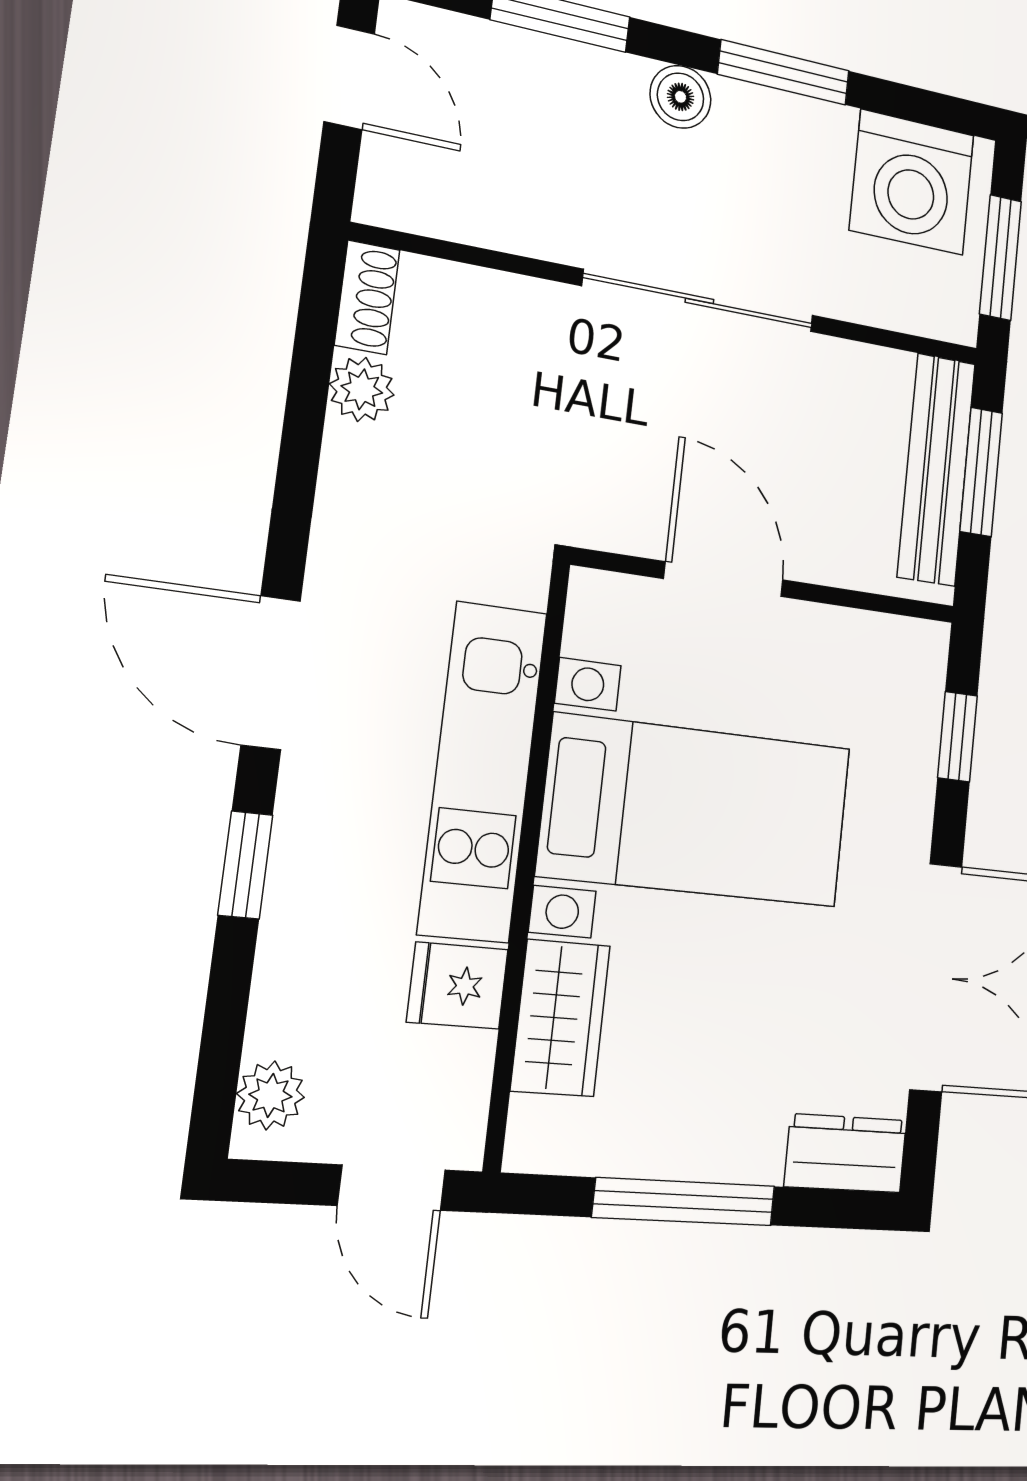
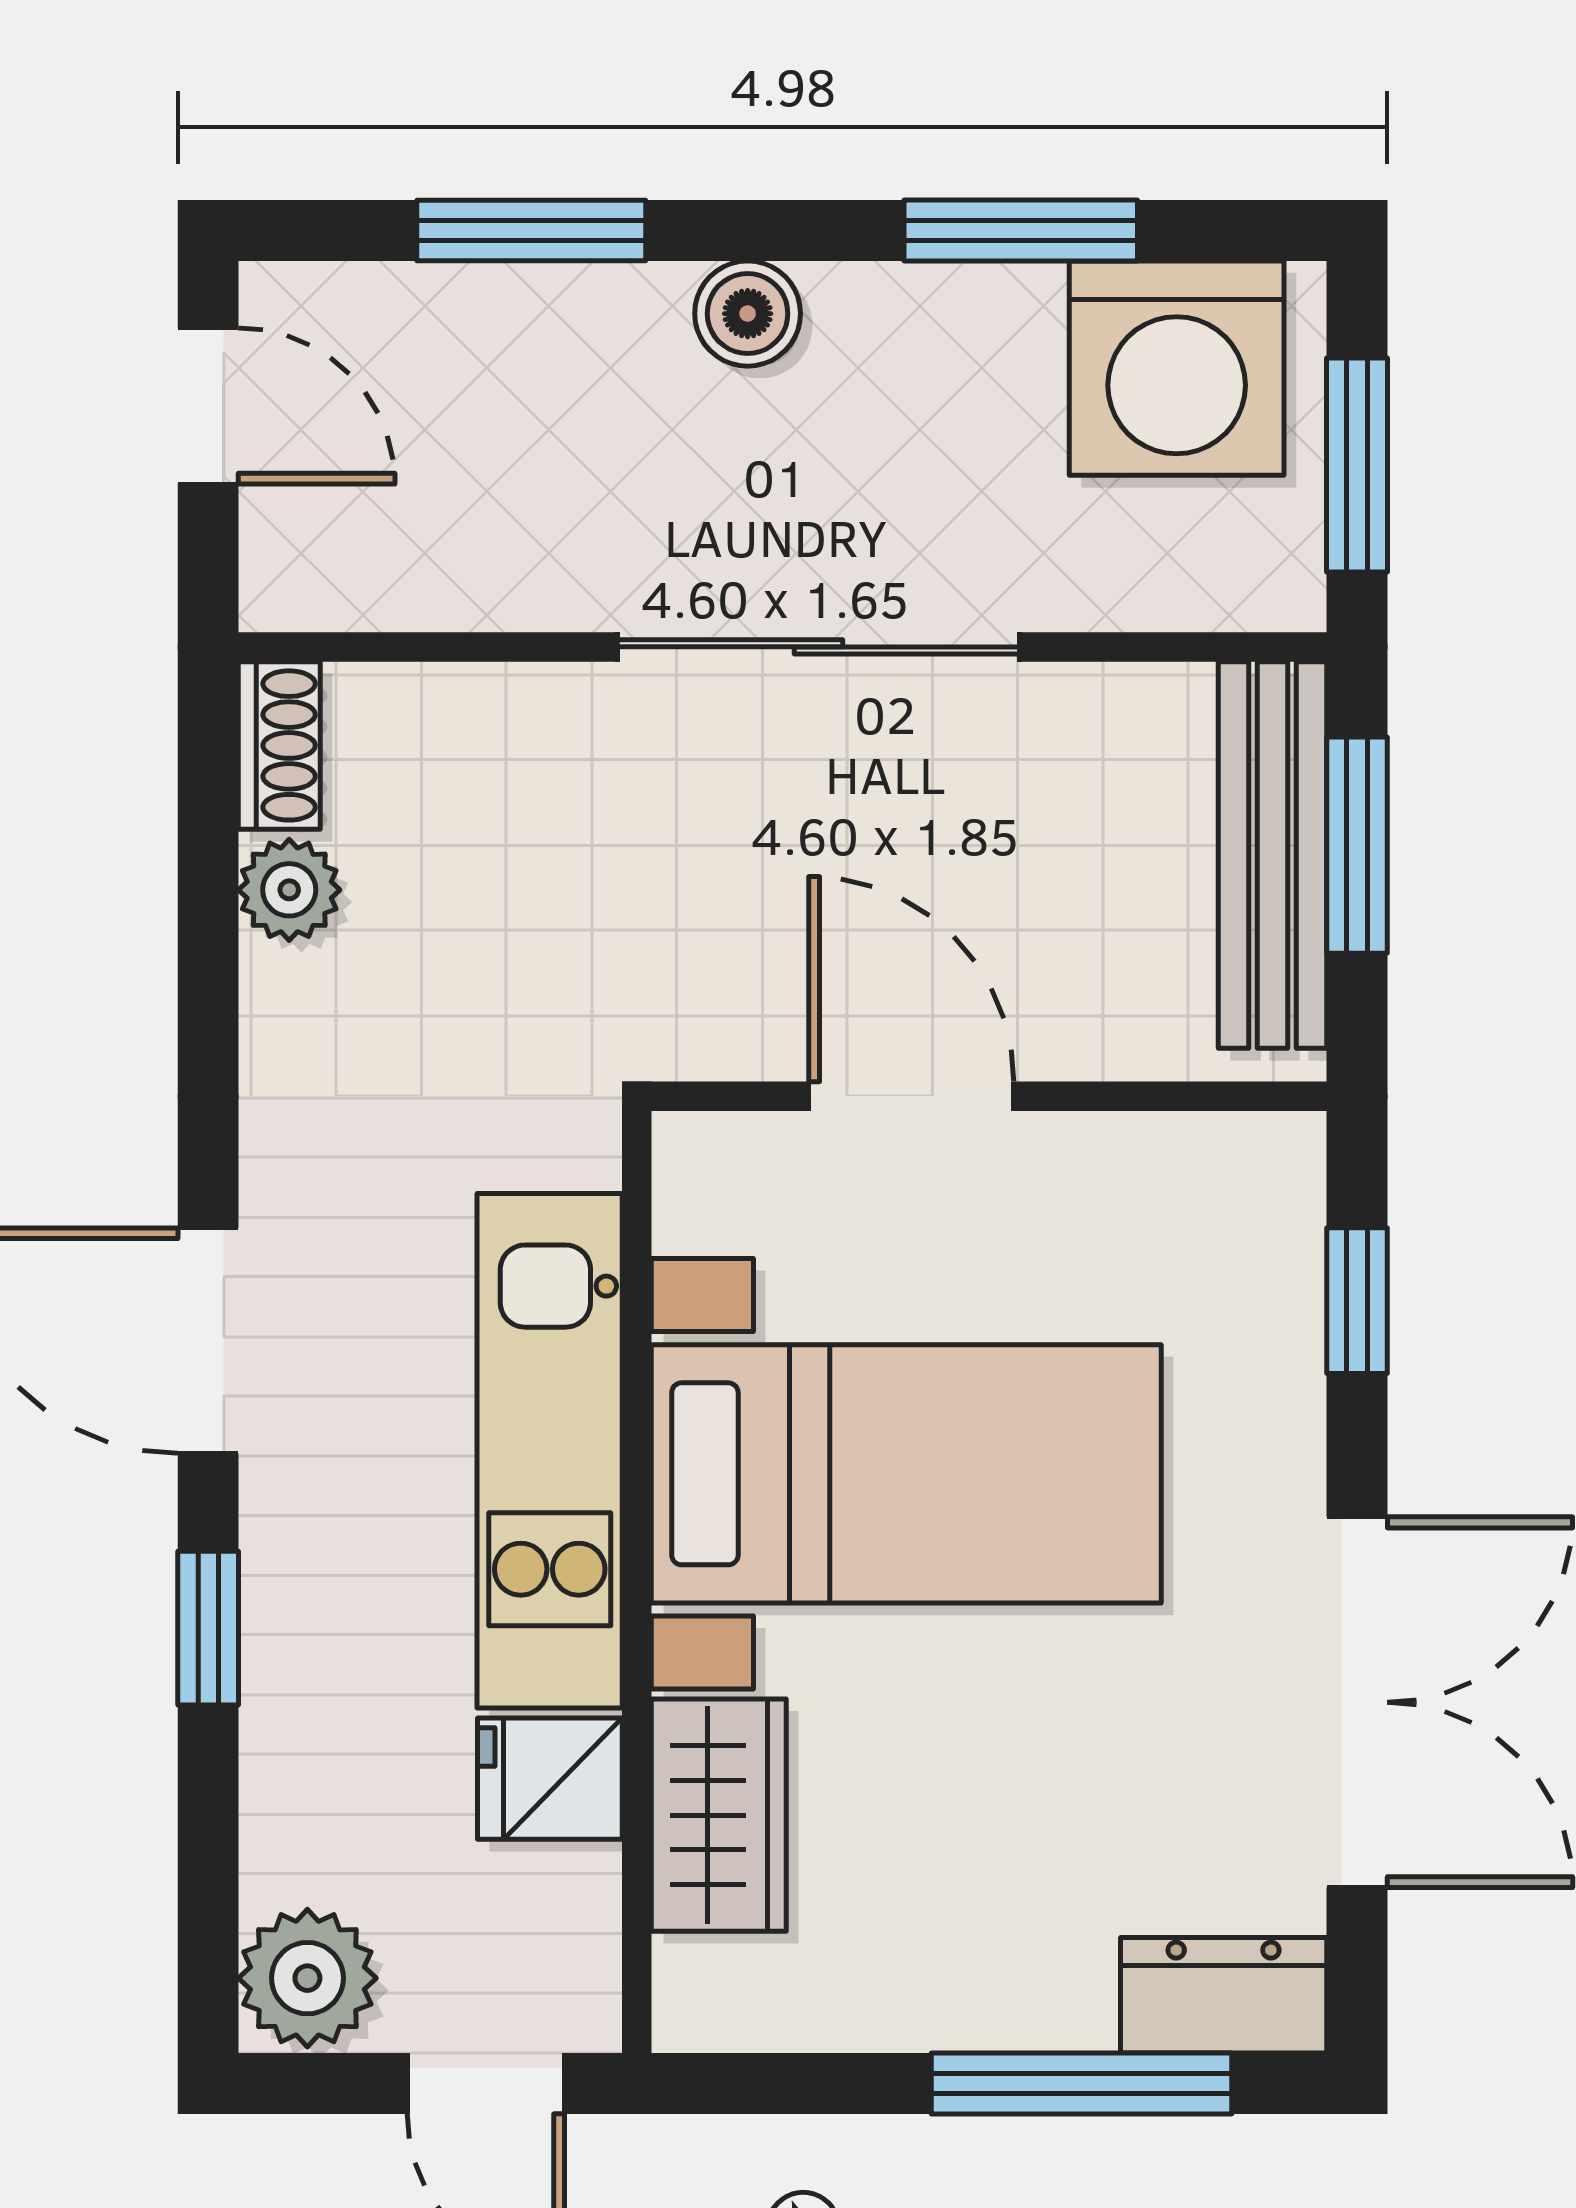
window: (784, 72) -> (1021, 230), moved
plant: (271, 1095) -> (307, 1978), width x1.38, depth x1.38
window: (684, 1202) -> (1081, 2084), moved

